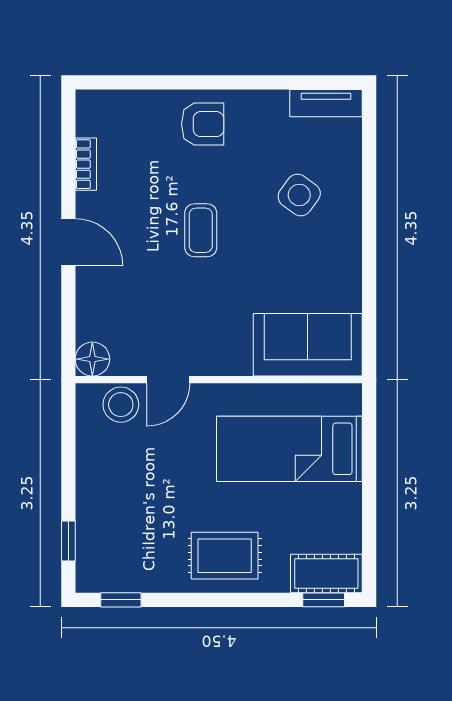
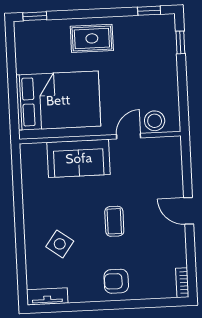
bookcase: (86, 164) -> (182, 283), moved
sofa: (308, 345) -> (79, 158), moved
floor lamp: (92, 359) -> (172, 146), removed
bed: (289, 449) -> (58, 100), width x1.50
cot: (326, 574) -> (34, 31), removed

